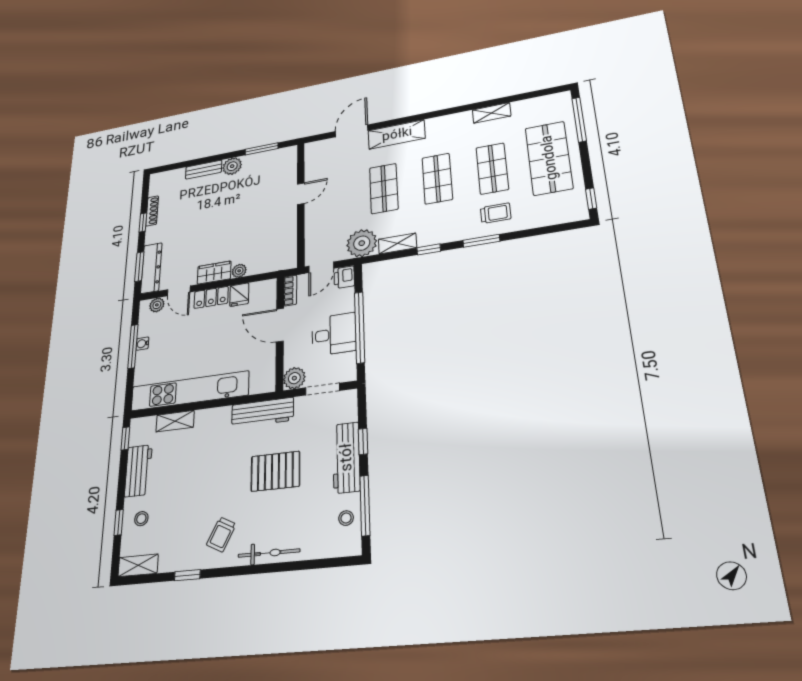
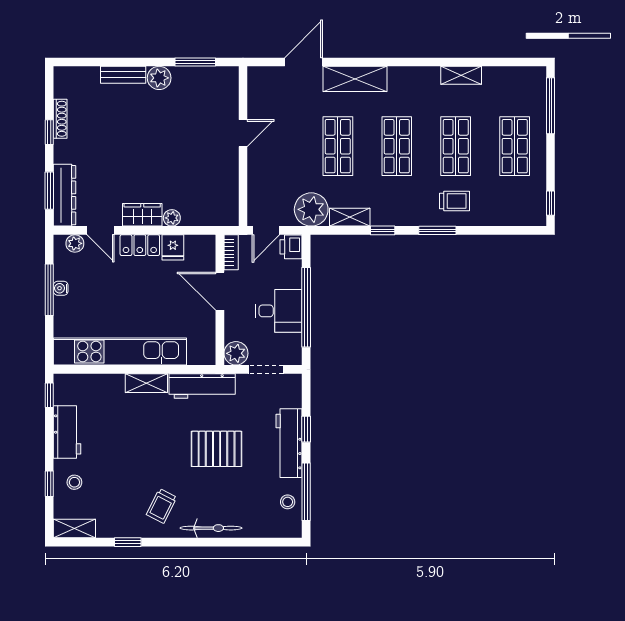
shop shelf: (549, 158) -> (515, 146), width x0.70, depth x0.74
shelving: (175, 421) -> (146, 383), moved

